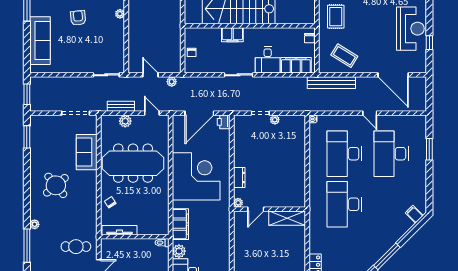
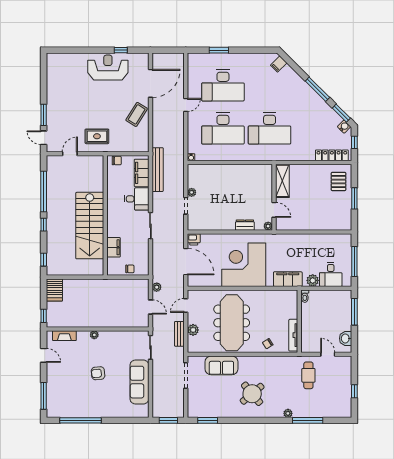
filing cabinet: (232, 35) -> (114, 247), moved
sofa: (40, 41) -> (139, 382), moved, turned -90
coffee table: (344, 56) -> (137, 114), moved
door: (150, 75) -> (150, 307), swing flipped
bench: (331, 83) -> (158, 170), moved

